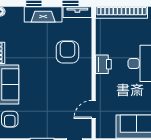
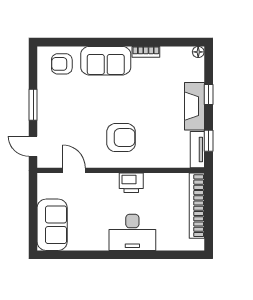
armchair: (67, 52) -> (121, 138), moved

